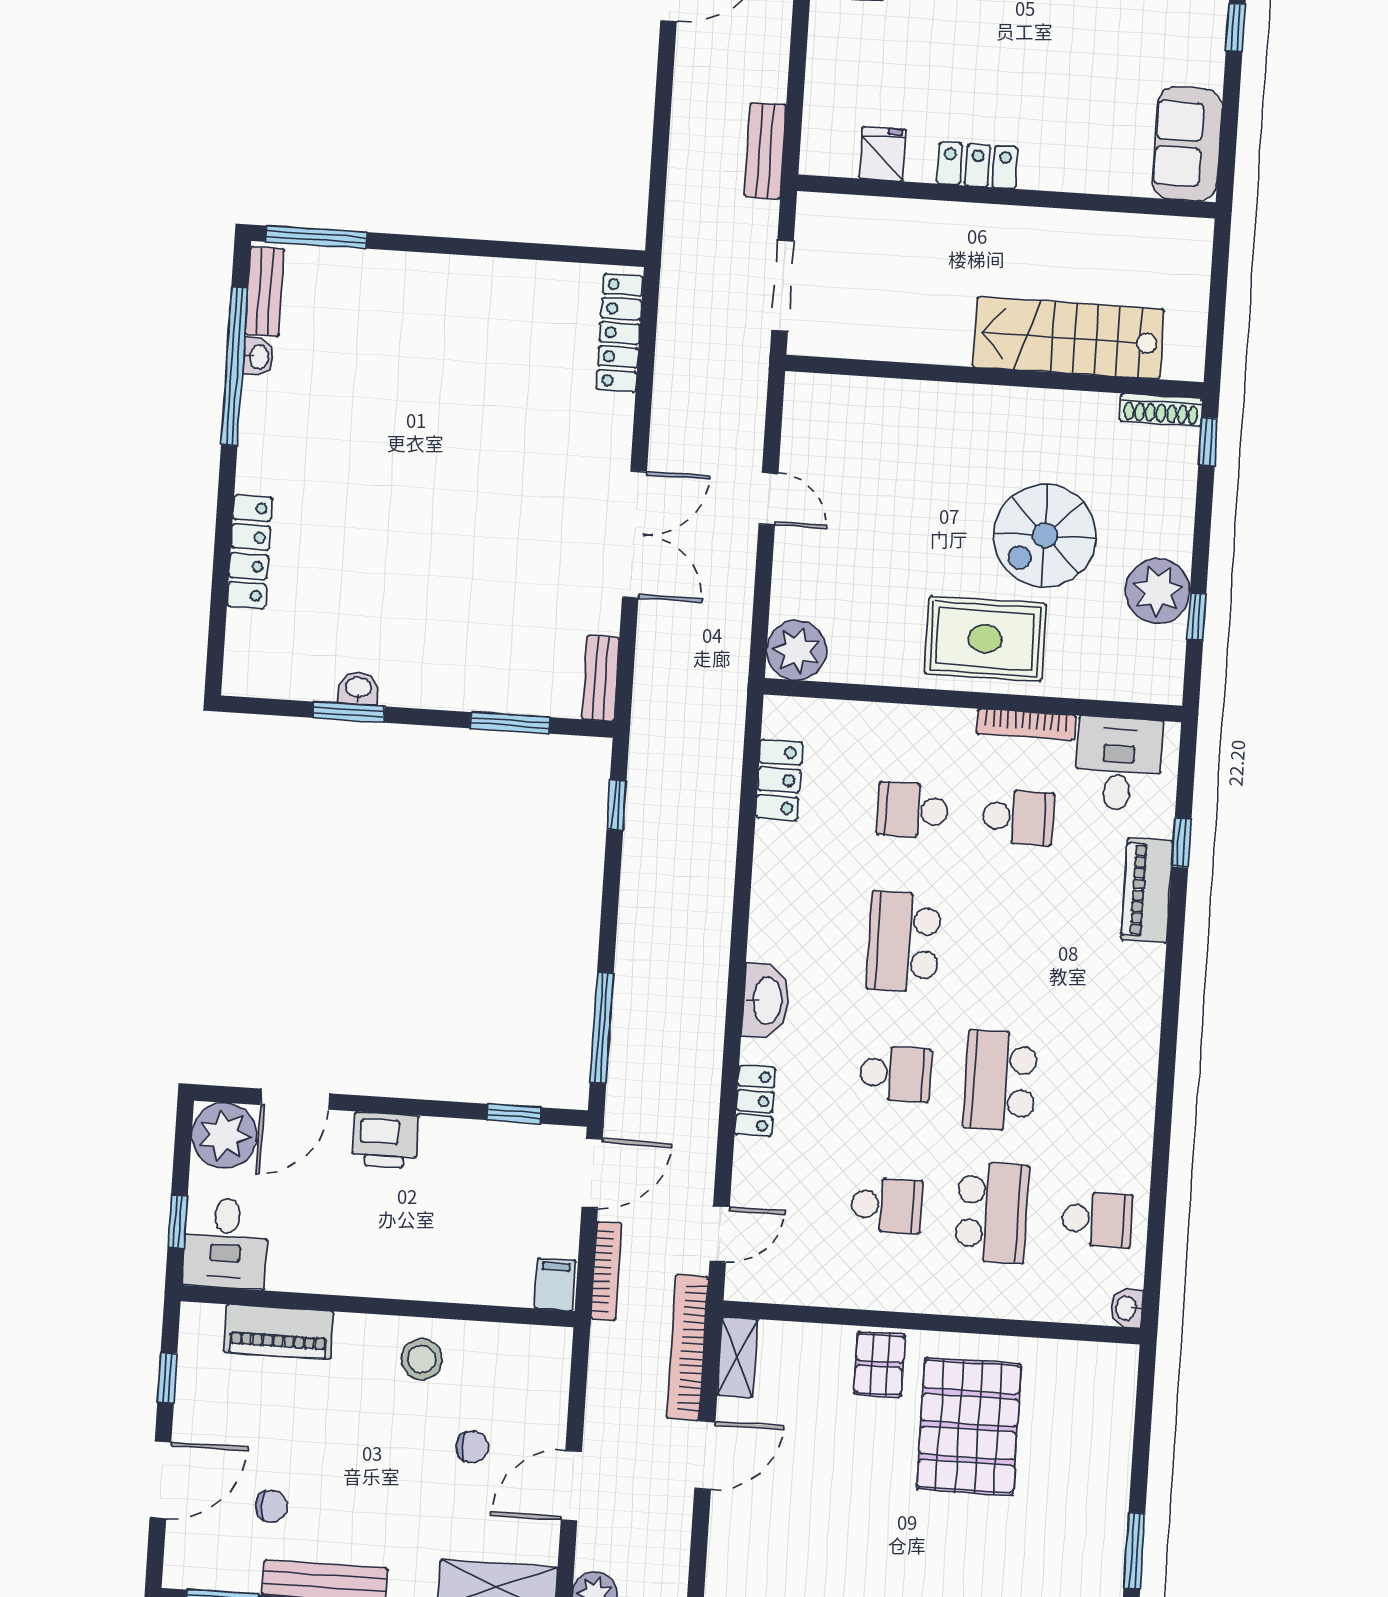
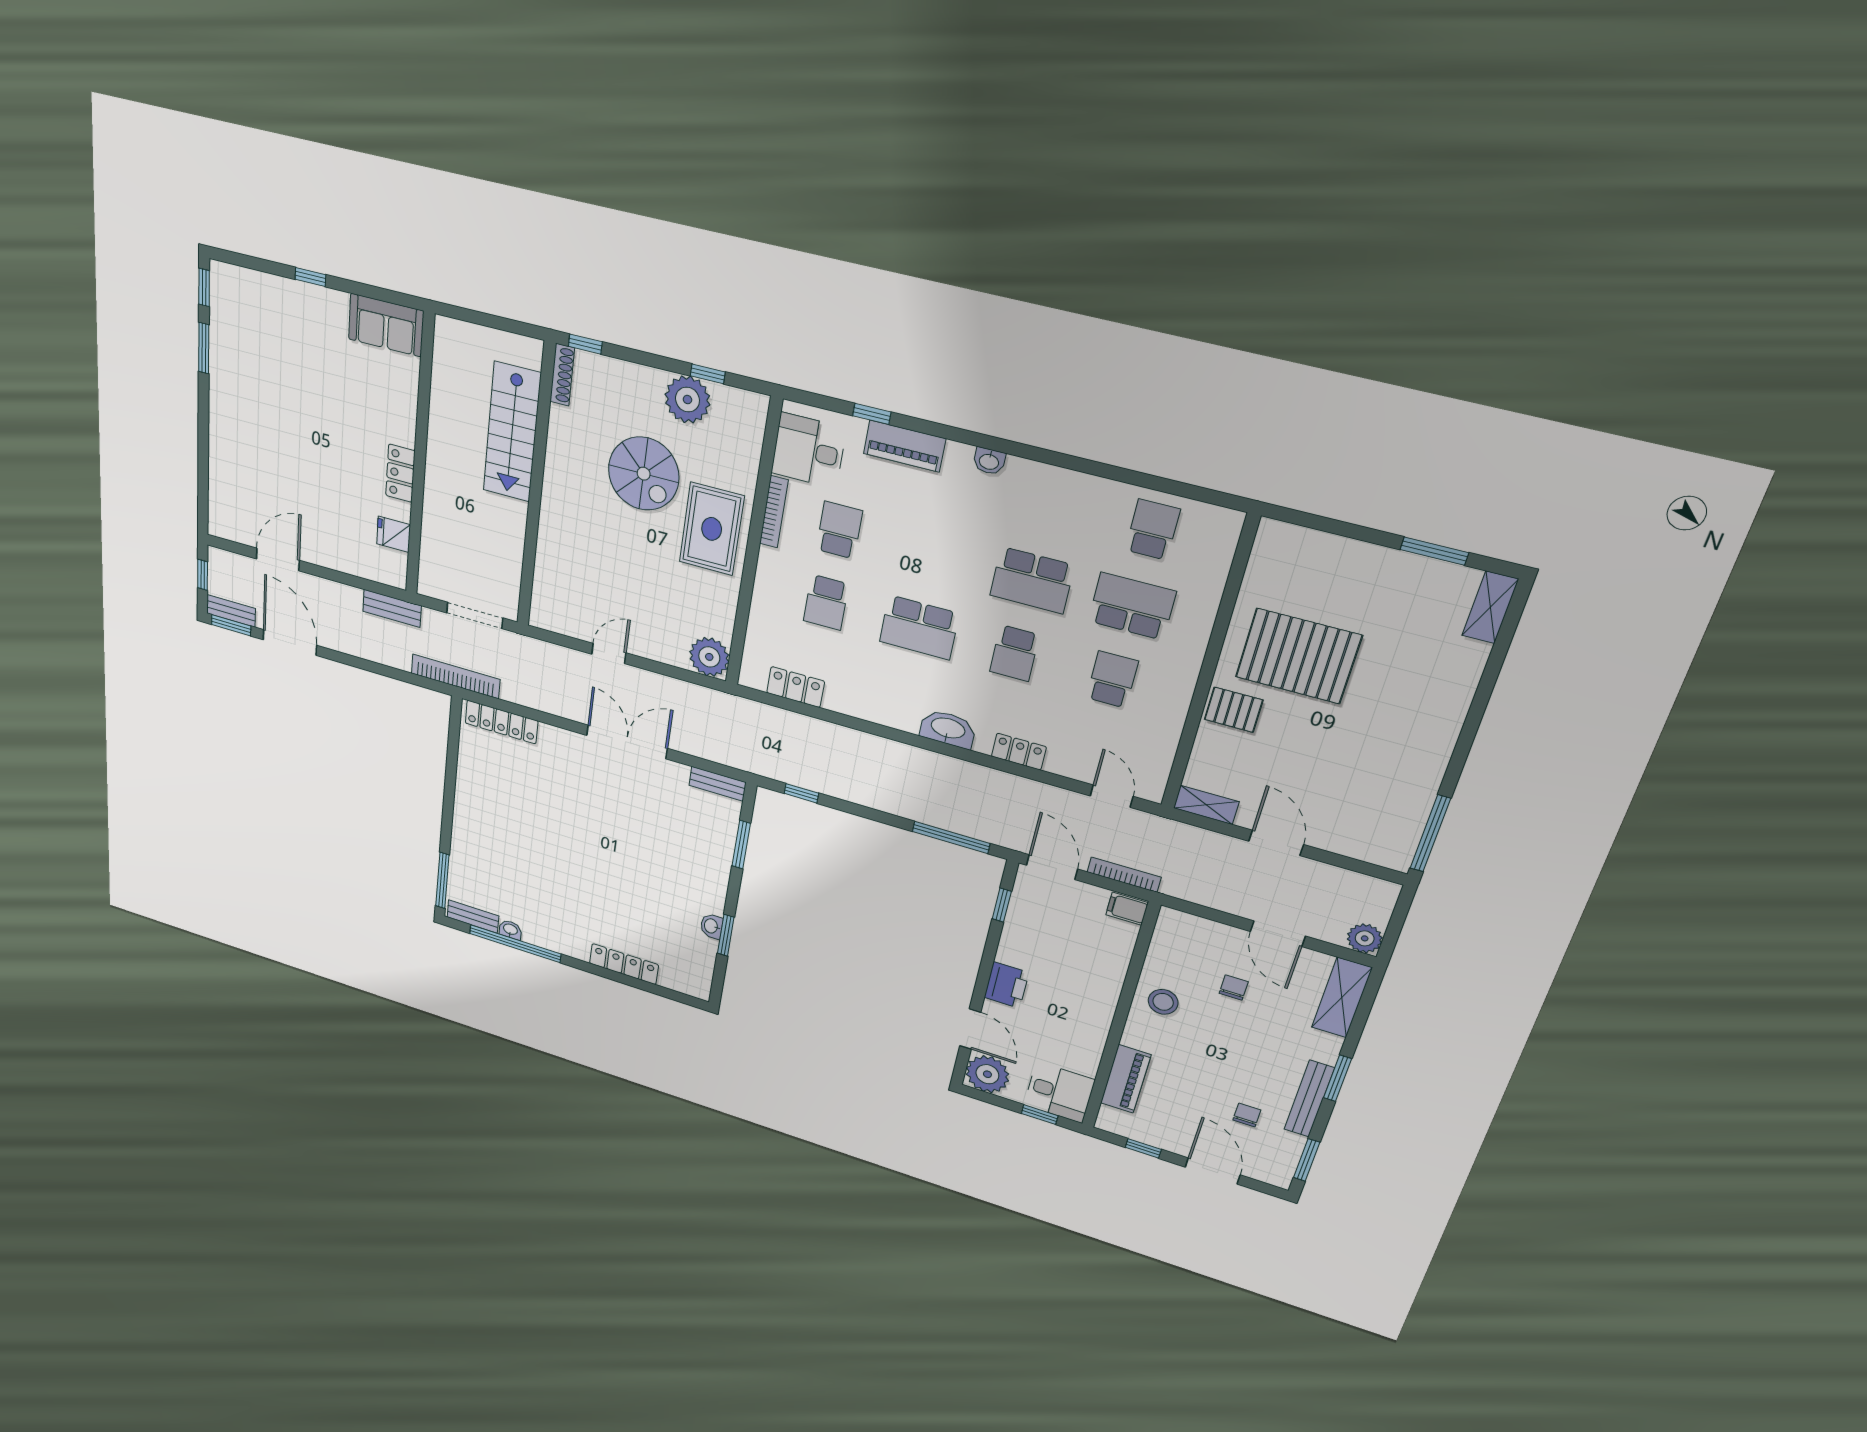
school desk: (895, 1074) -> (1015, 653), turned 180
washbasin: (1127, 1308) -> (989, 461), moved
bookcase: (687, 1347) -> (455, 676), moved, turned 180

